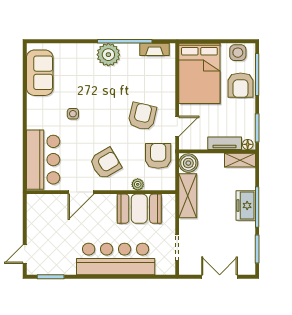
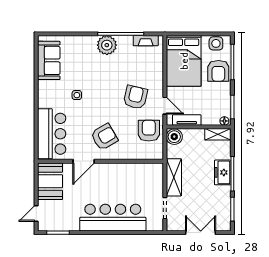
door: (177, 126) -> (165, 106), hinge flipped
tv unit: (225, 143) -> (187, 120), moved
plant: (138, 184) -> (132, 155), removed
shelving: (188, 196) -> (174, 177), moved
booth: (139, 209) -> (50, 181), moved, turned 90

